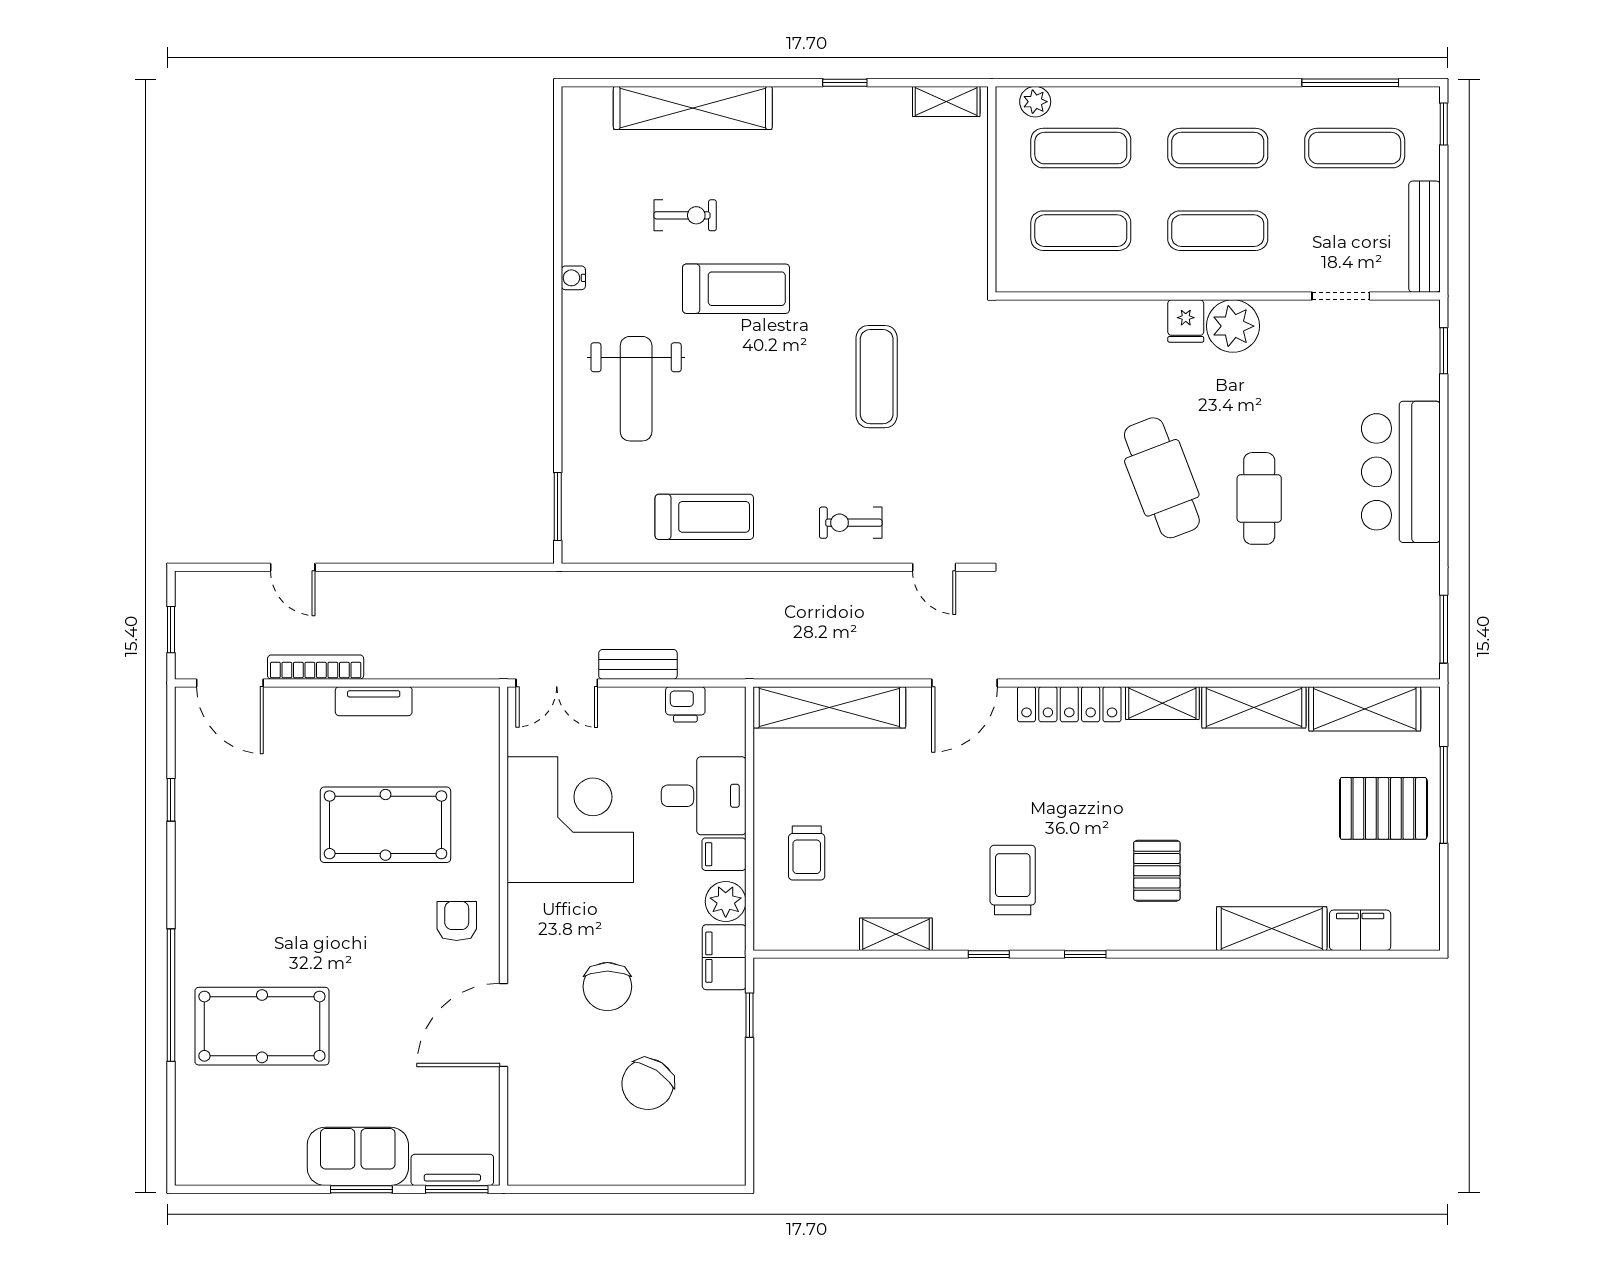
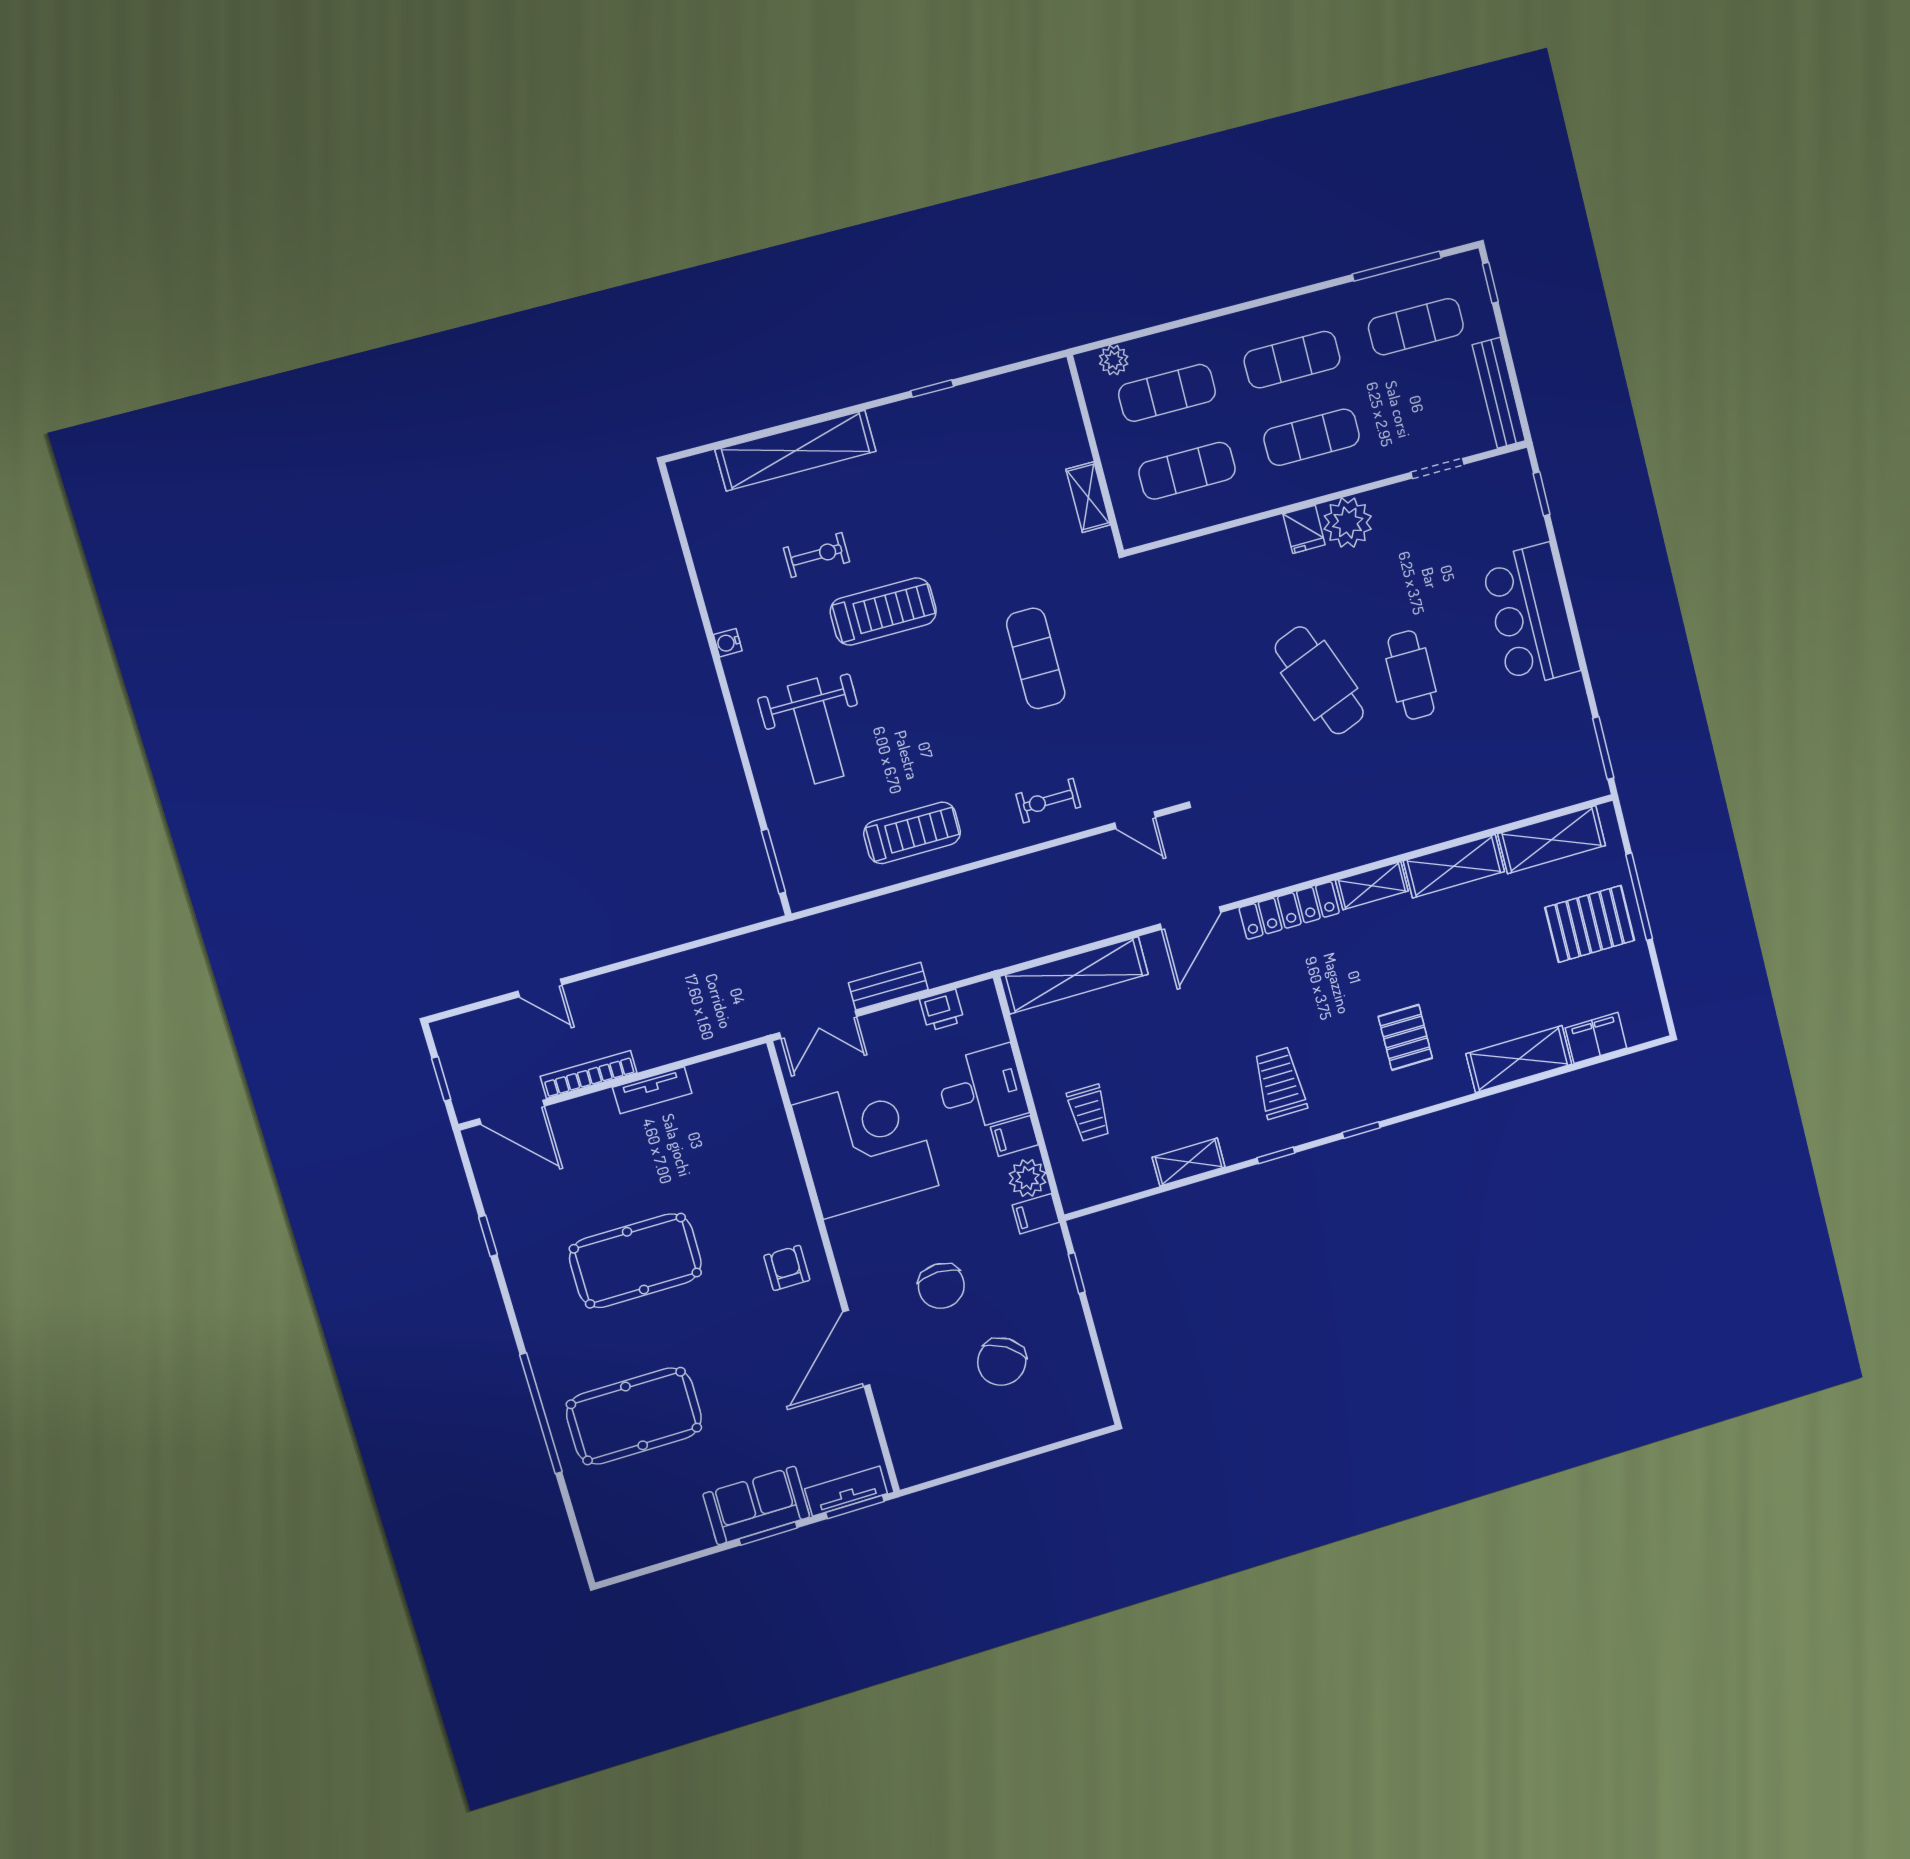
shelving: (946, 101) -> (1088, 497), moved, turned 90
pool table: (386, 825) -> (635, 1261), moved
filing cabinet: (724, 957) -> (1036, 1214), width x0.50

